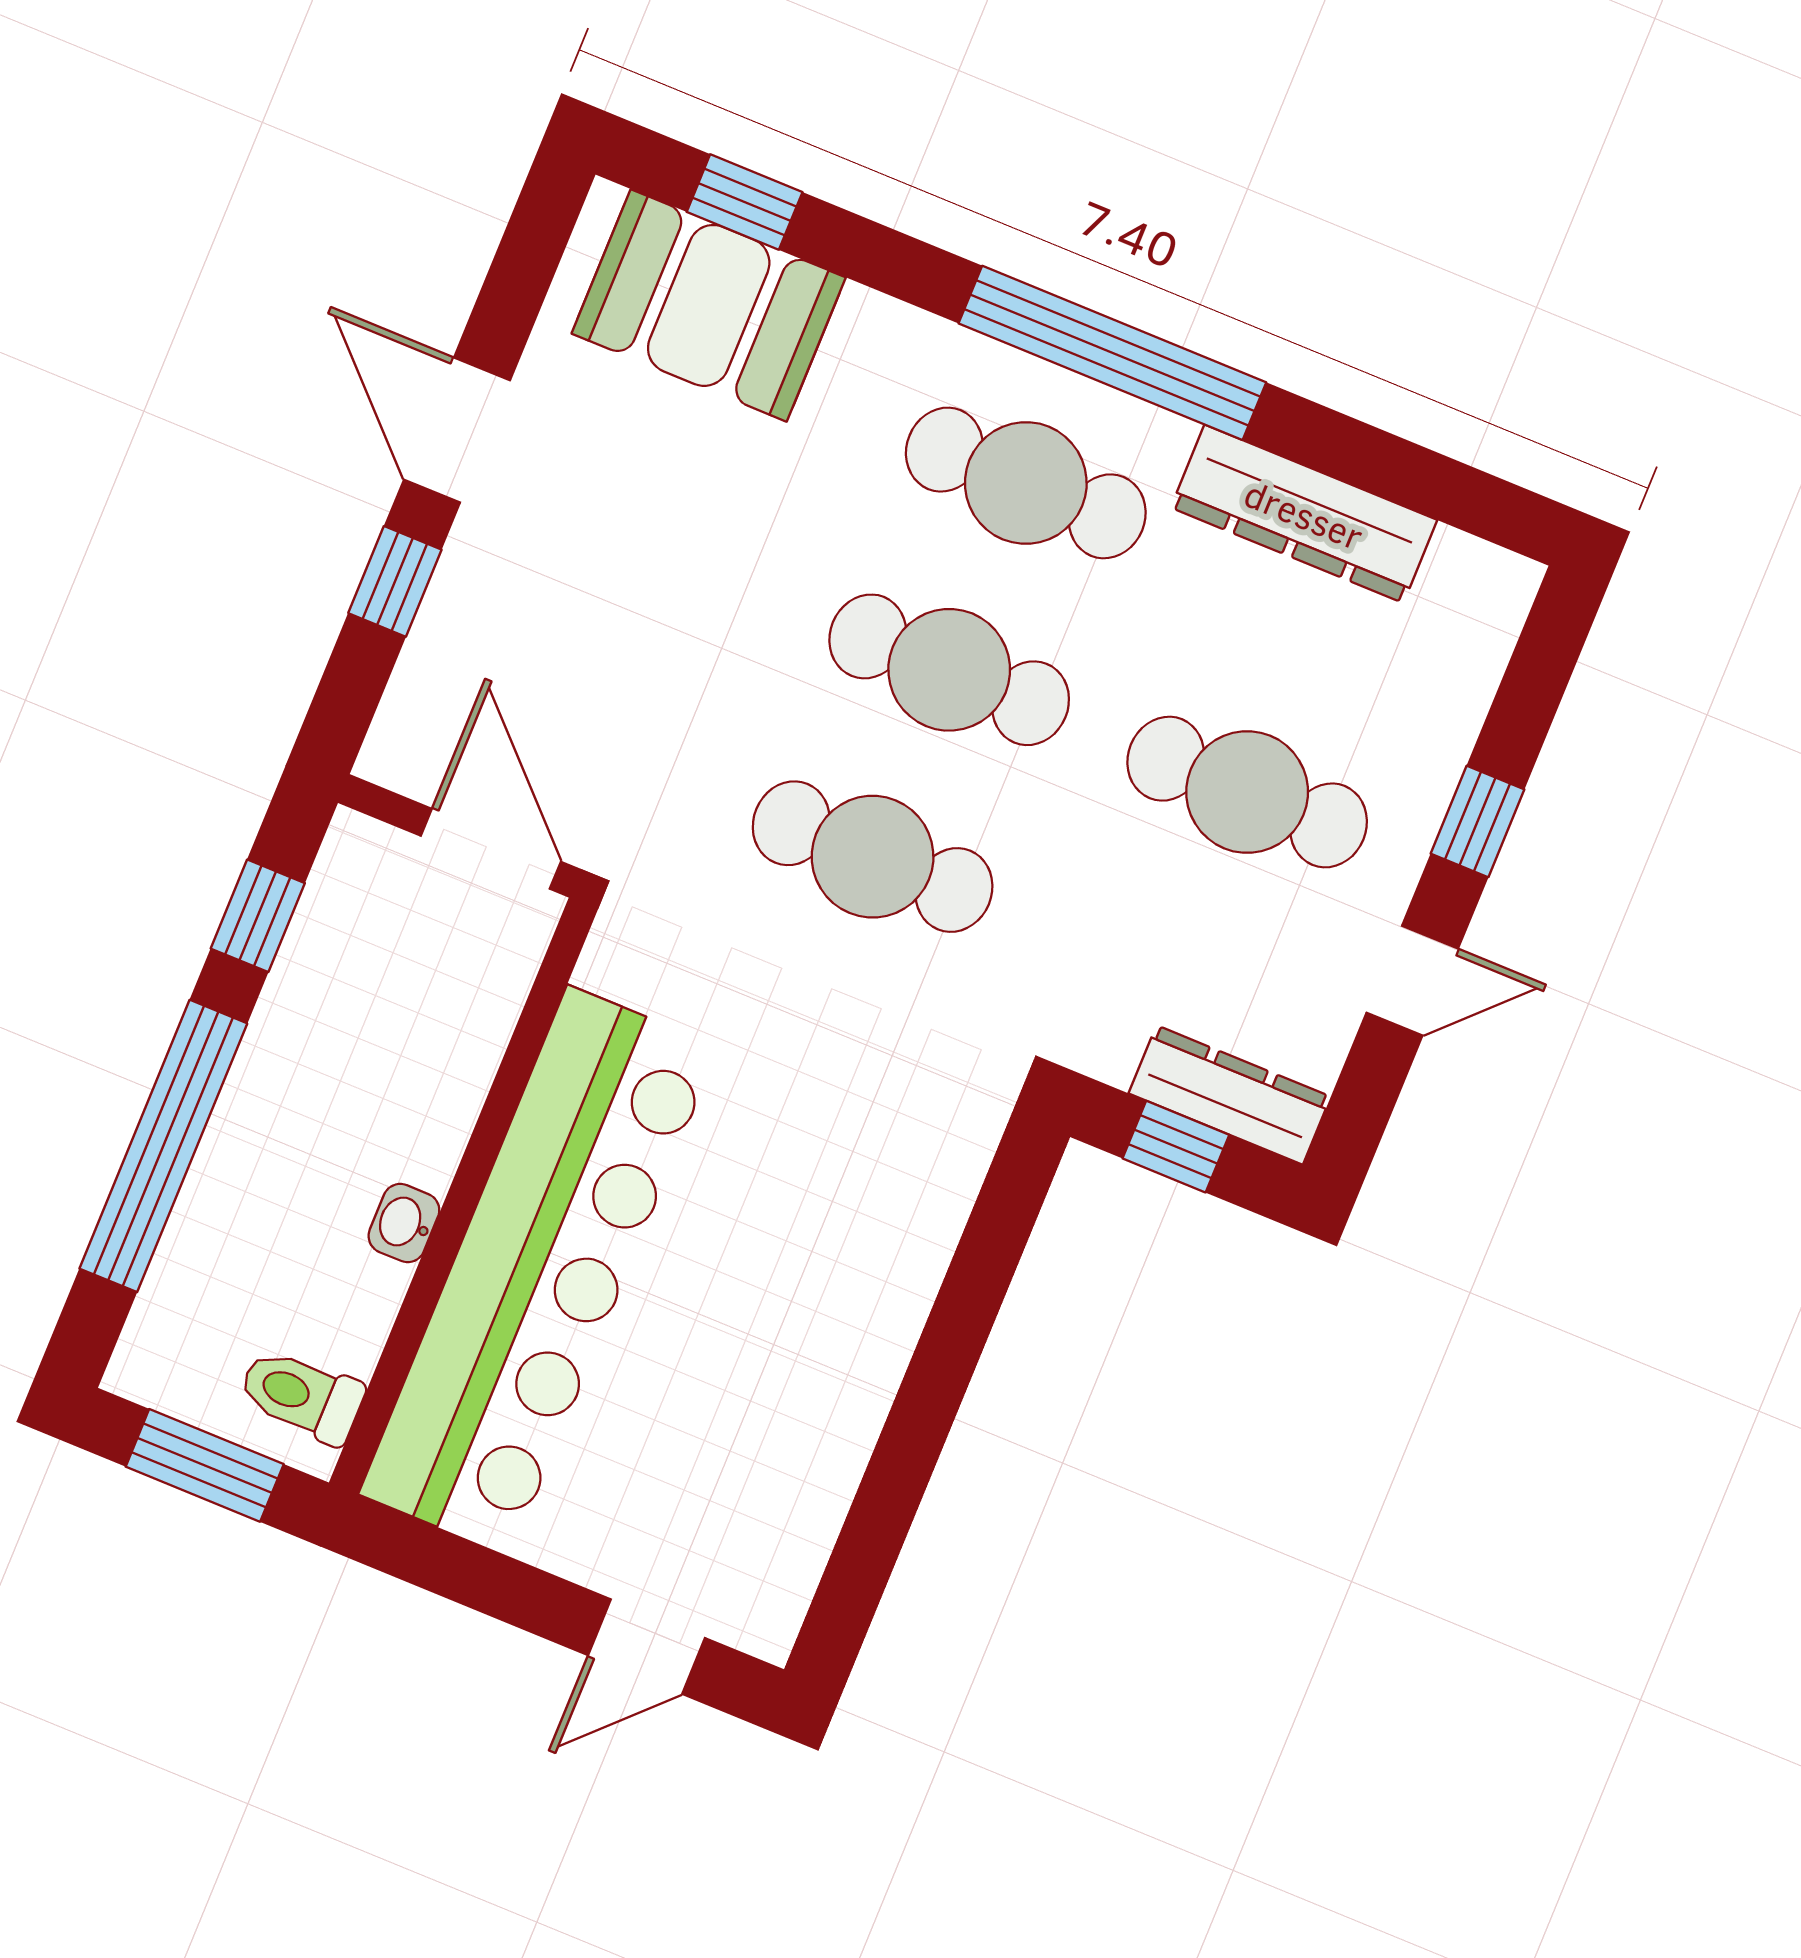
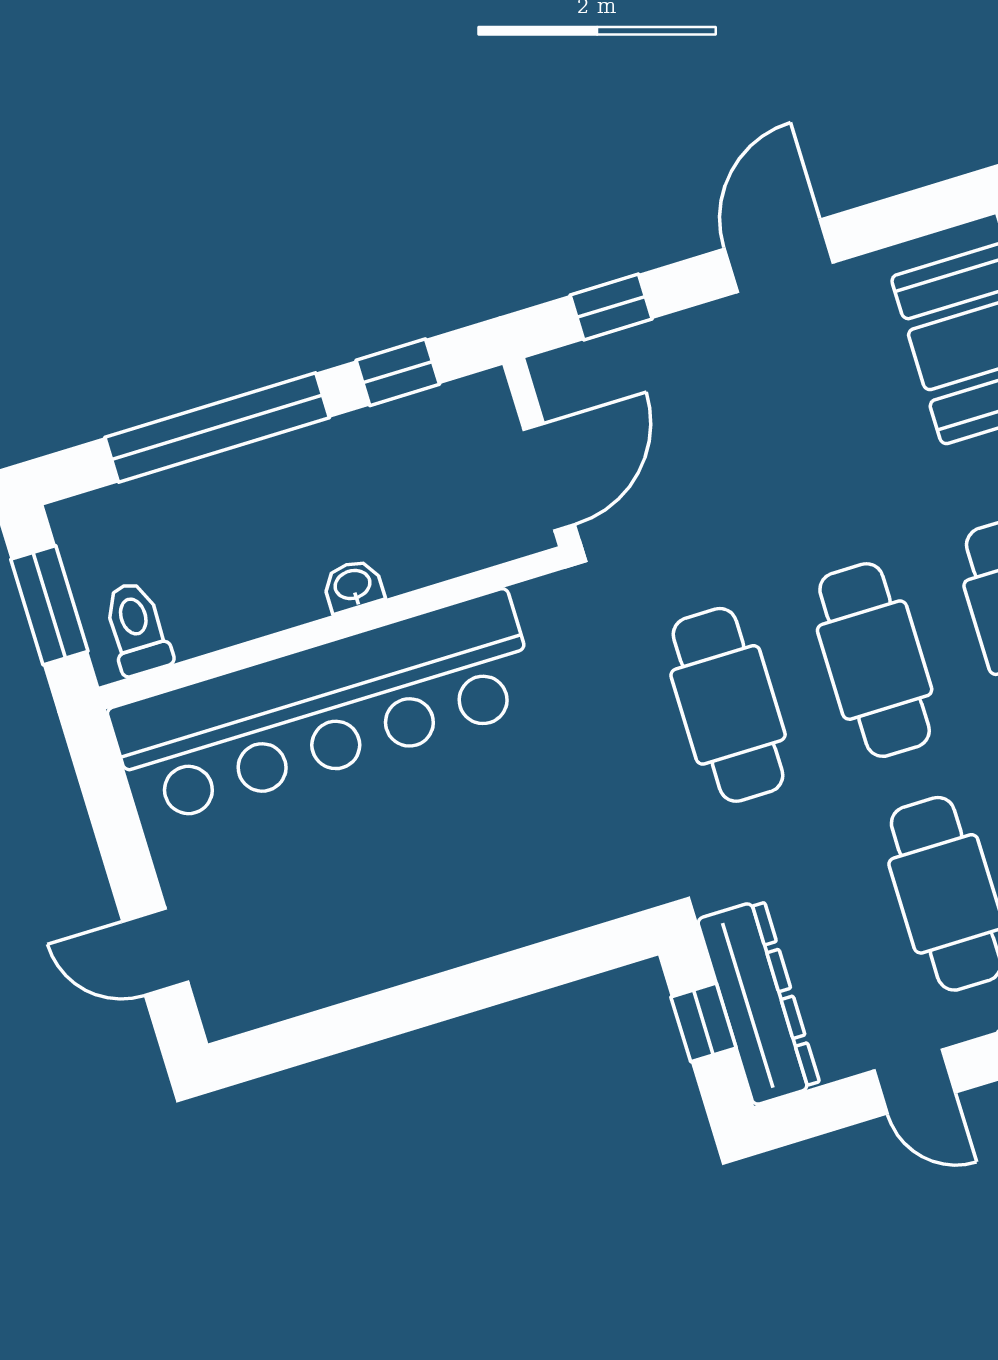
window: (395, 581) -> (611, 307), moved
dresser: (1230, 1095) -> (759, 1002), width x1.37, depth x1.24
washbasin: (404, 1223) -> (353, 586), moved

